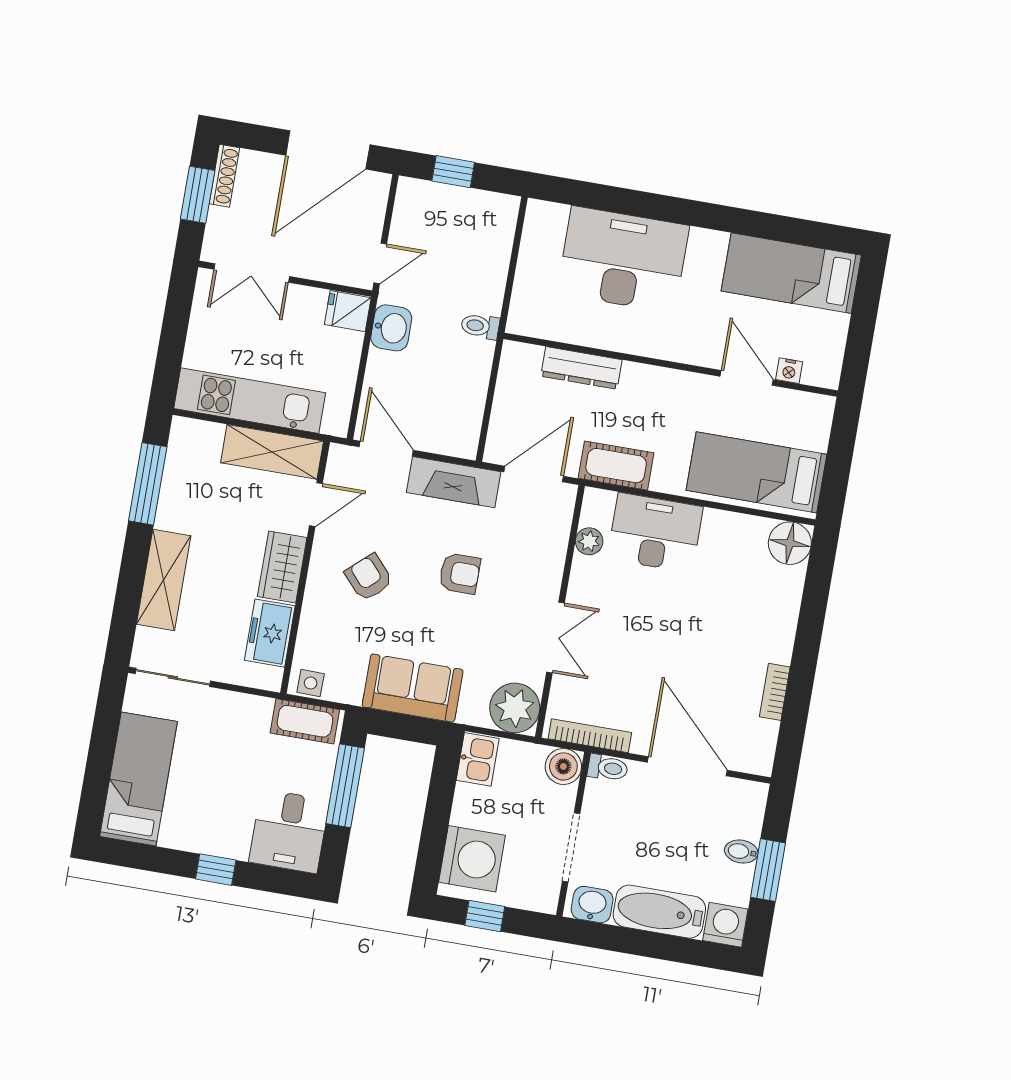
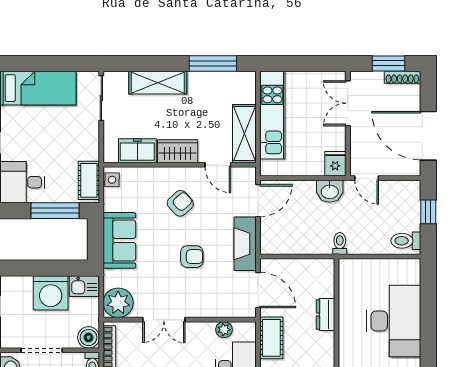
toilet: (494, 217) -> (406, 241), added
dresser: (581, 368) -> (325, 314), width x0.70
armchair: (460, 574) -> (192, 257), turned -90
washing machine: (472, 859) -> (51, 293), moved

